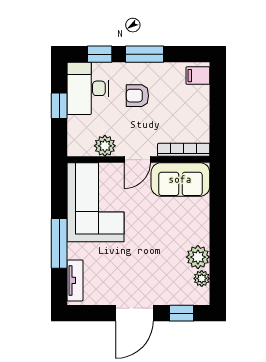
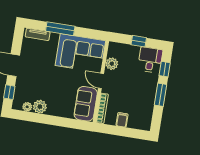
filing cabinet: (198, 76) -> (122, 120), moved
desk: (88, 88) -> (150, 60), width x0.73
armchair: (137, 96) -> (137, 87), removed

